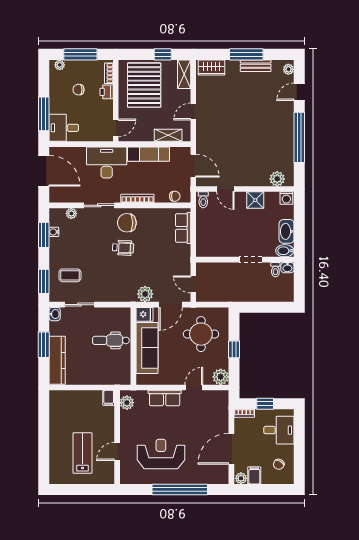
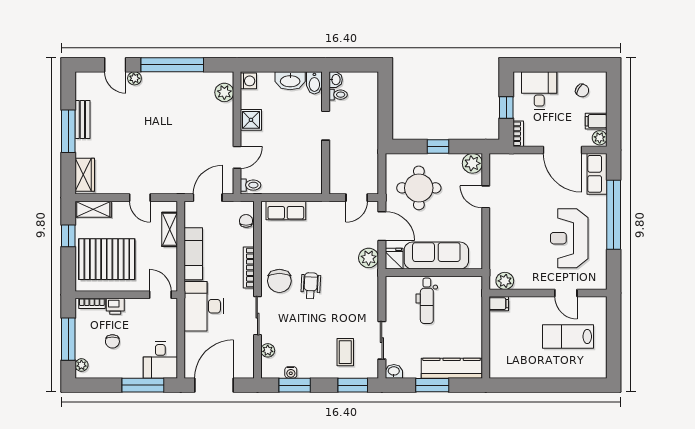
plant: (288, 69) -> (134, 78), moved
row of seats: (165, 398) -> (597, 174), moved, turned 180

